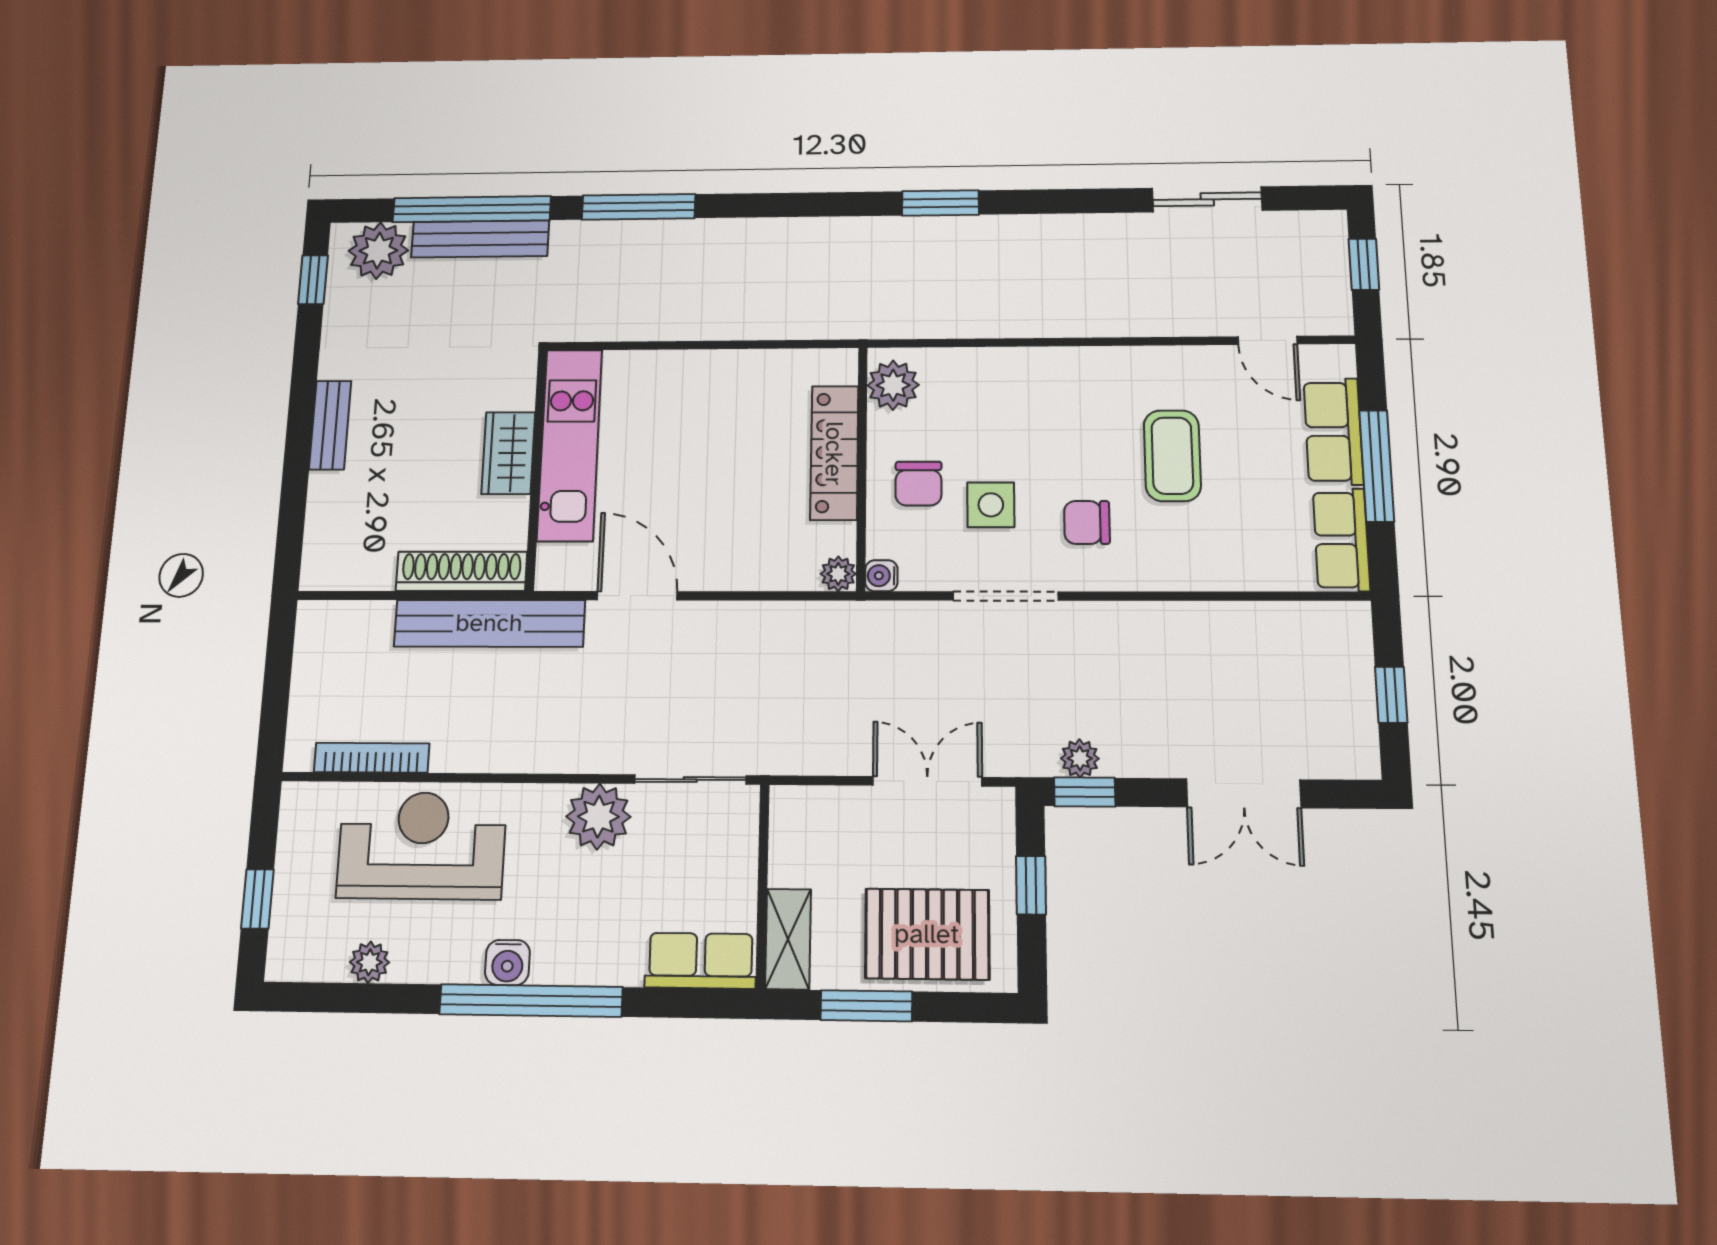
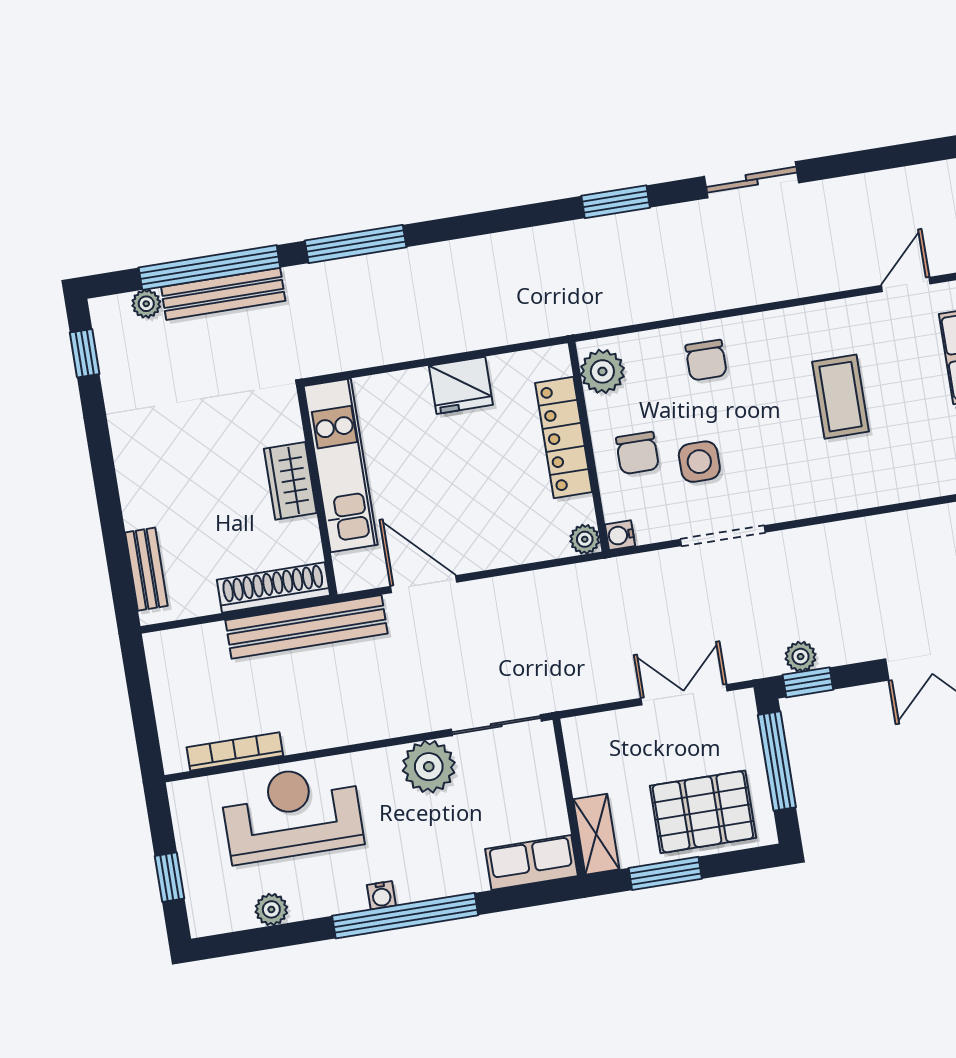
sliding door: (1207, 199) -> (752, 180), moved
plant: (378, 251) -> (146, 304), width x0.53, depth x0.53
door: (1268, 340) -> (906, 285), swing flipped
fridge: (726, 376) -> (461, 385), added
bench: (330, 425) -> (146, 569), moved
chair: (1087, 522) -> (706, 360), moved, turned -90
window: (1031, 885) -> (777, 761), width x2.17
water cooler: (507, 963) -> (381, 895), width x0.72, depth x0.72

